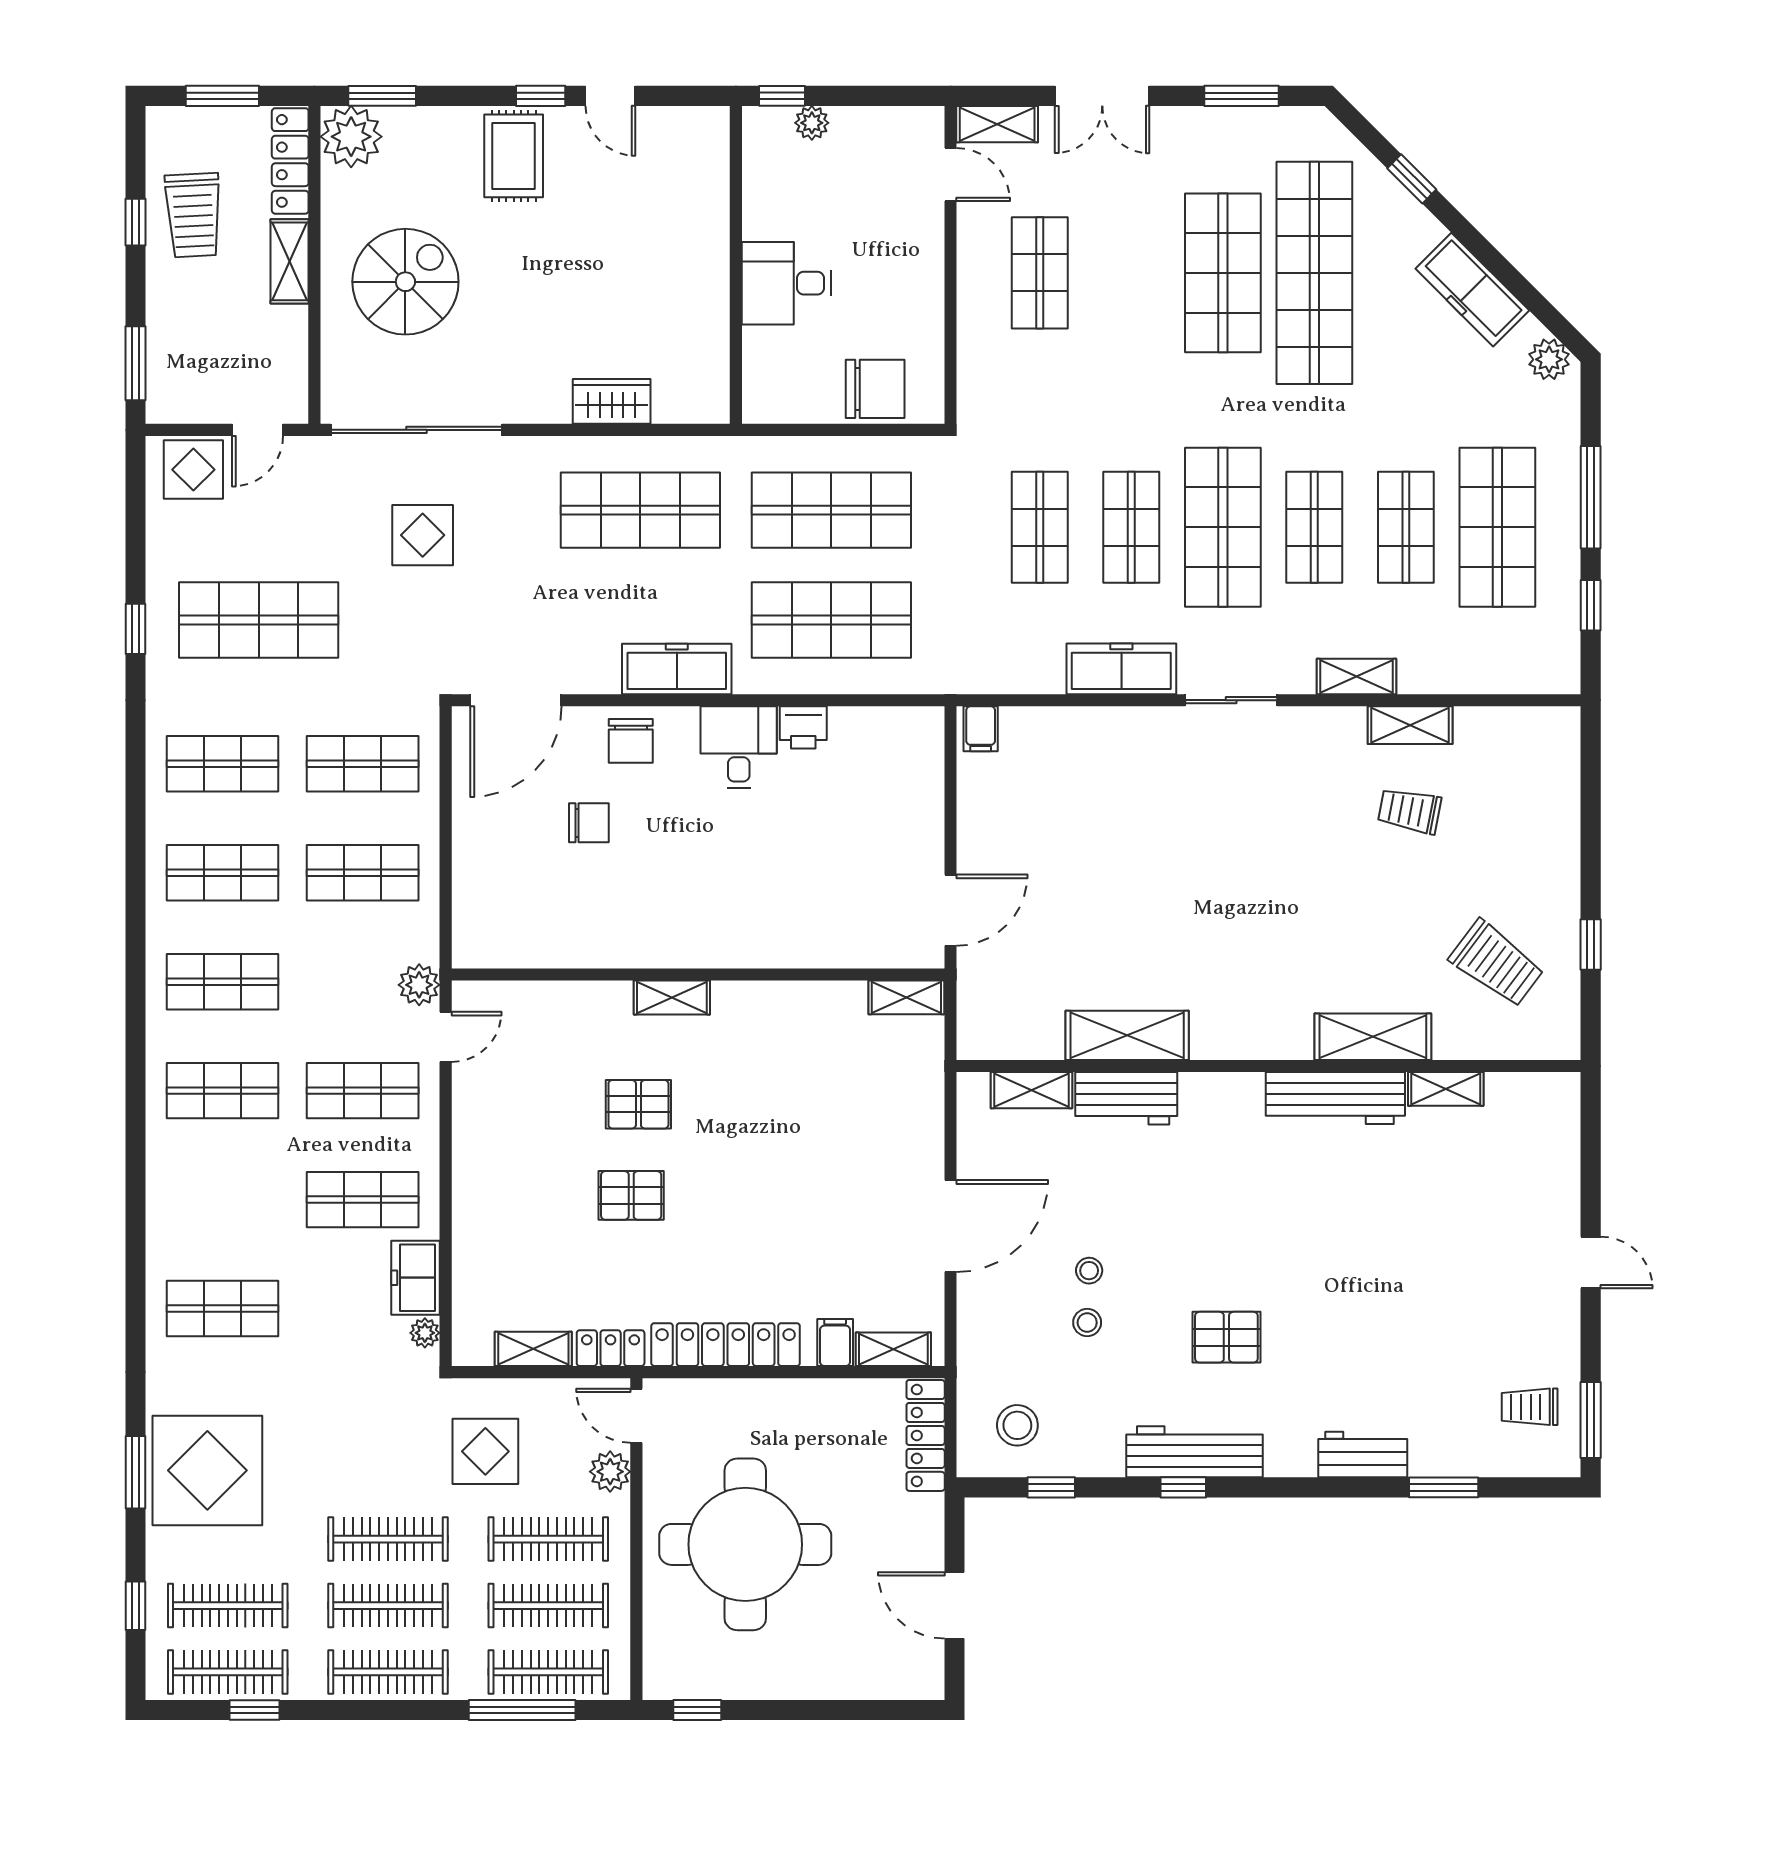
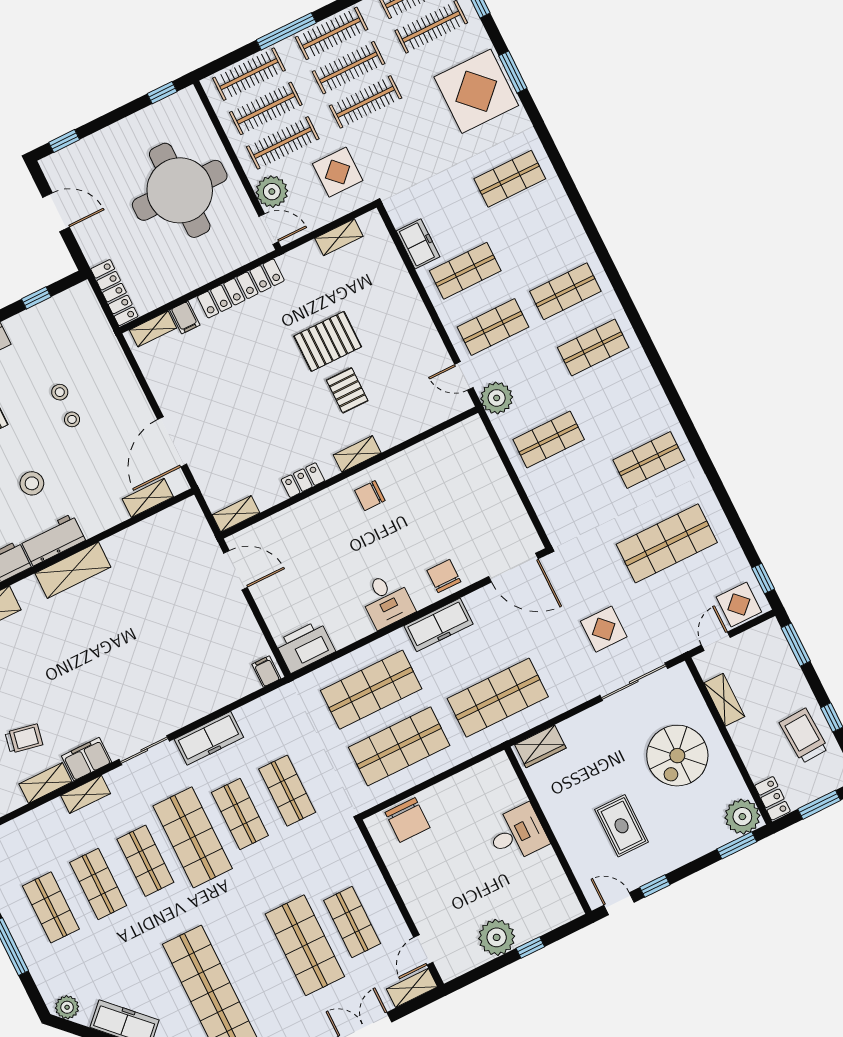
plant: (812, 123) -> (497, 937), width x1.88, depth x1.88
rug: (514, 156) -> (622, 826), moved
locker: (290, 161) -> (772, 798), width x0.66
door: (951, 175) -> (423, 950), hinge flipped
shelving: (289, 261) -> (724, 700), moved
wall: (736, 265) -> (548, 830), moved
shop shelf: (1223, 273) -> (305, 945), moved
desk: (786, 283) -> (517, 834), moved
chair: (875, 389) -> (407, 820), turned -90
sliding door: (416, 430) -> (634, 682), width x0.73
shop shelf: (1497, 527) -> (51, 907), width x0.70, depth x0.74
window: (136, 629) -> (763, 579), moved
door: (516, 700) -> (513, 568), swing flipped
printer: (803, 727) -> (305, 647), moved, width x1.87, depth x1.48
filing cabinet: (1328, 731) -> (87, 759), added
shop shelf: (363, 764) -> (576, 496), removed
chair: (589, 823) -> (370, 496), moved
shop shelf: (222, 873) -> (621, 404), removed
door: (951, 910) -> (236, 570), swing flipped
plant: (419, 985) -> (497, 398), width x1.36, depth x1.36
shelving: (1127, 1035) -> (73, 570), moved
door: (446, 1037) -> (464, 376), hinge flipped
workbench: (1126, 1098) -> (53, 540), moved
pallet: (638, 1104) -> (347, 390), turned 90
pallet: (631, 1195) -> (328, 341), width x1.50, depth x1.42
door: (951, 1226) -> (172, 442), moved
plant: (425, 1333) -> (399, 218), removed
locker: (611, 1348) -> (303, 480), moved, turned 180
stool: (1017, 1425) -> (32, 483), moved
plant: (610, 1472) -> (272, 192), width x1.36, depth x1.36
window: (522, 1710) -> (286, 31), moved
window: (887, 1710) -> (64, 141), added

